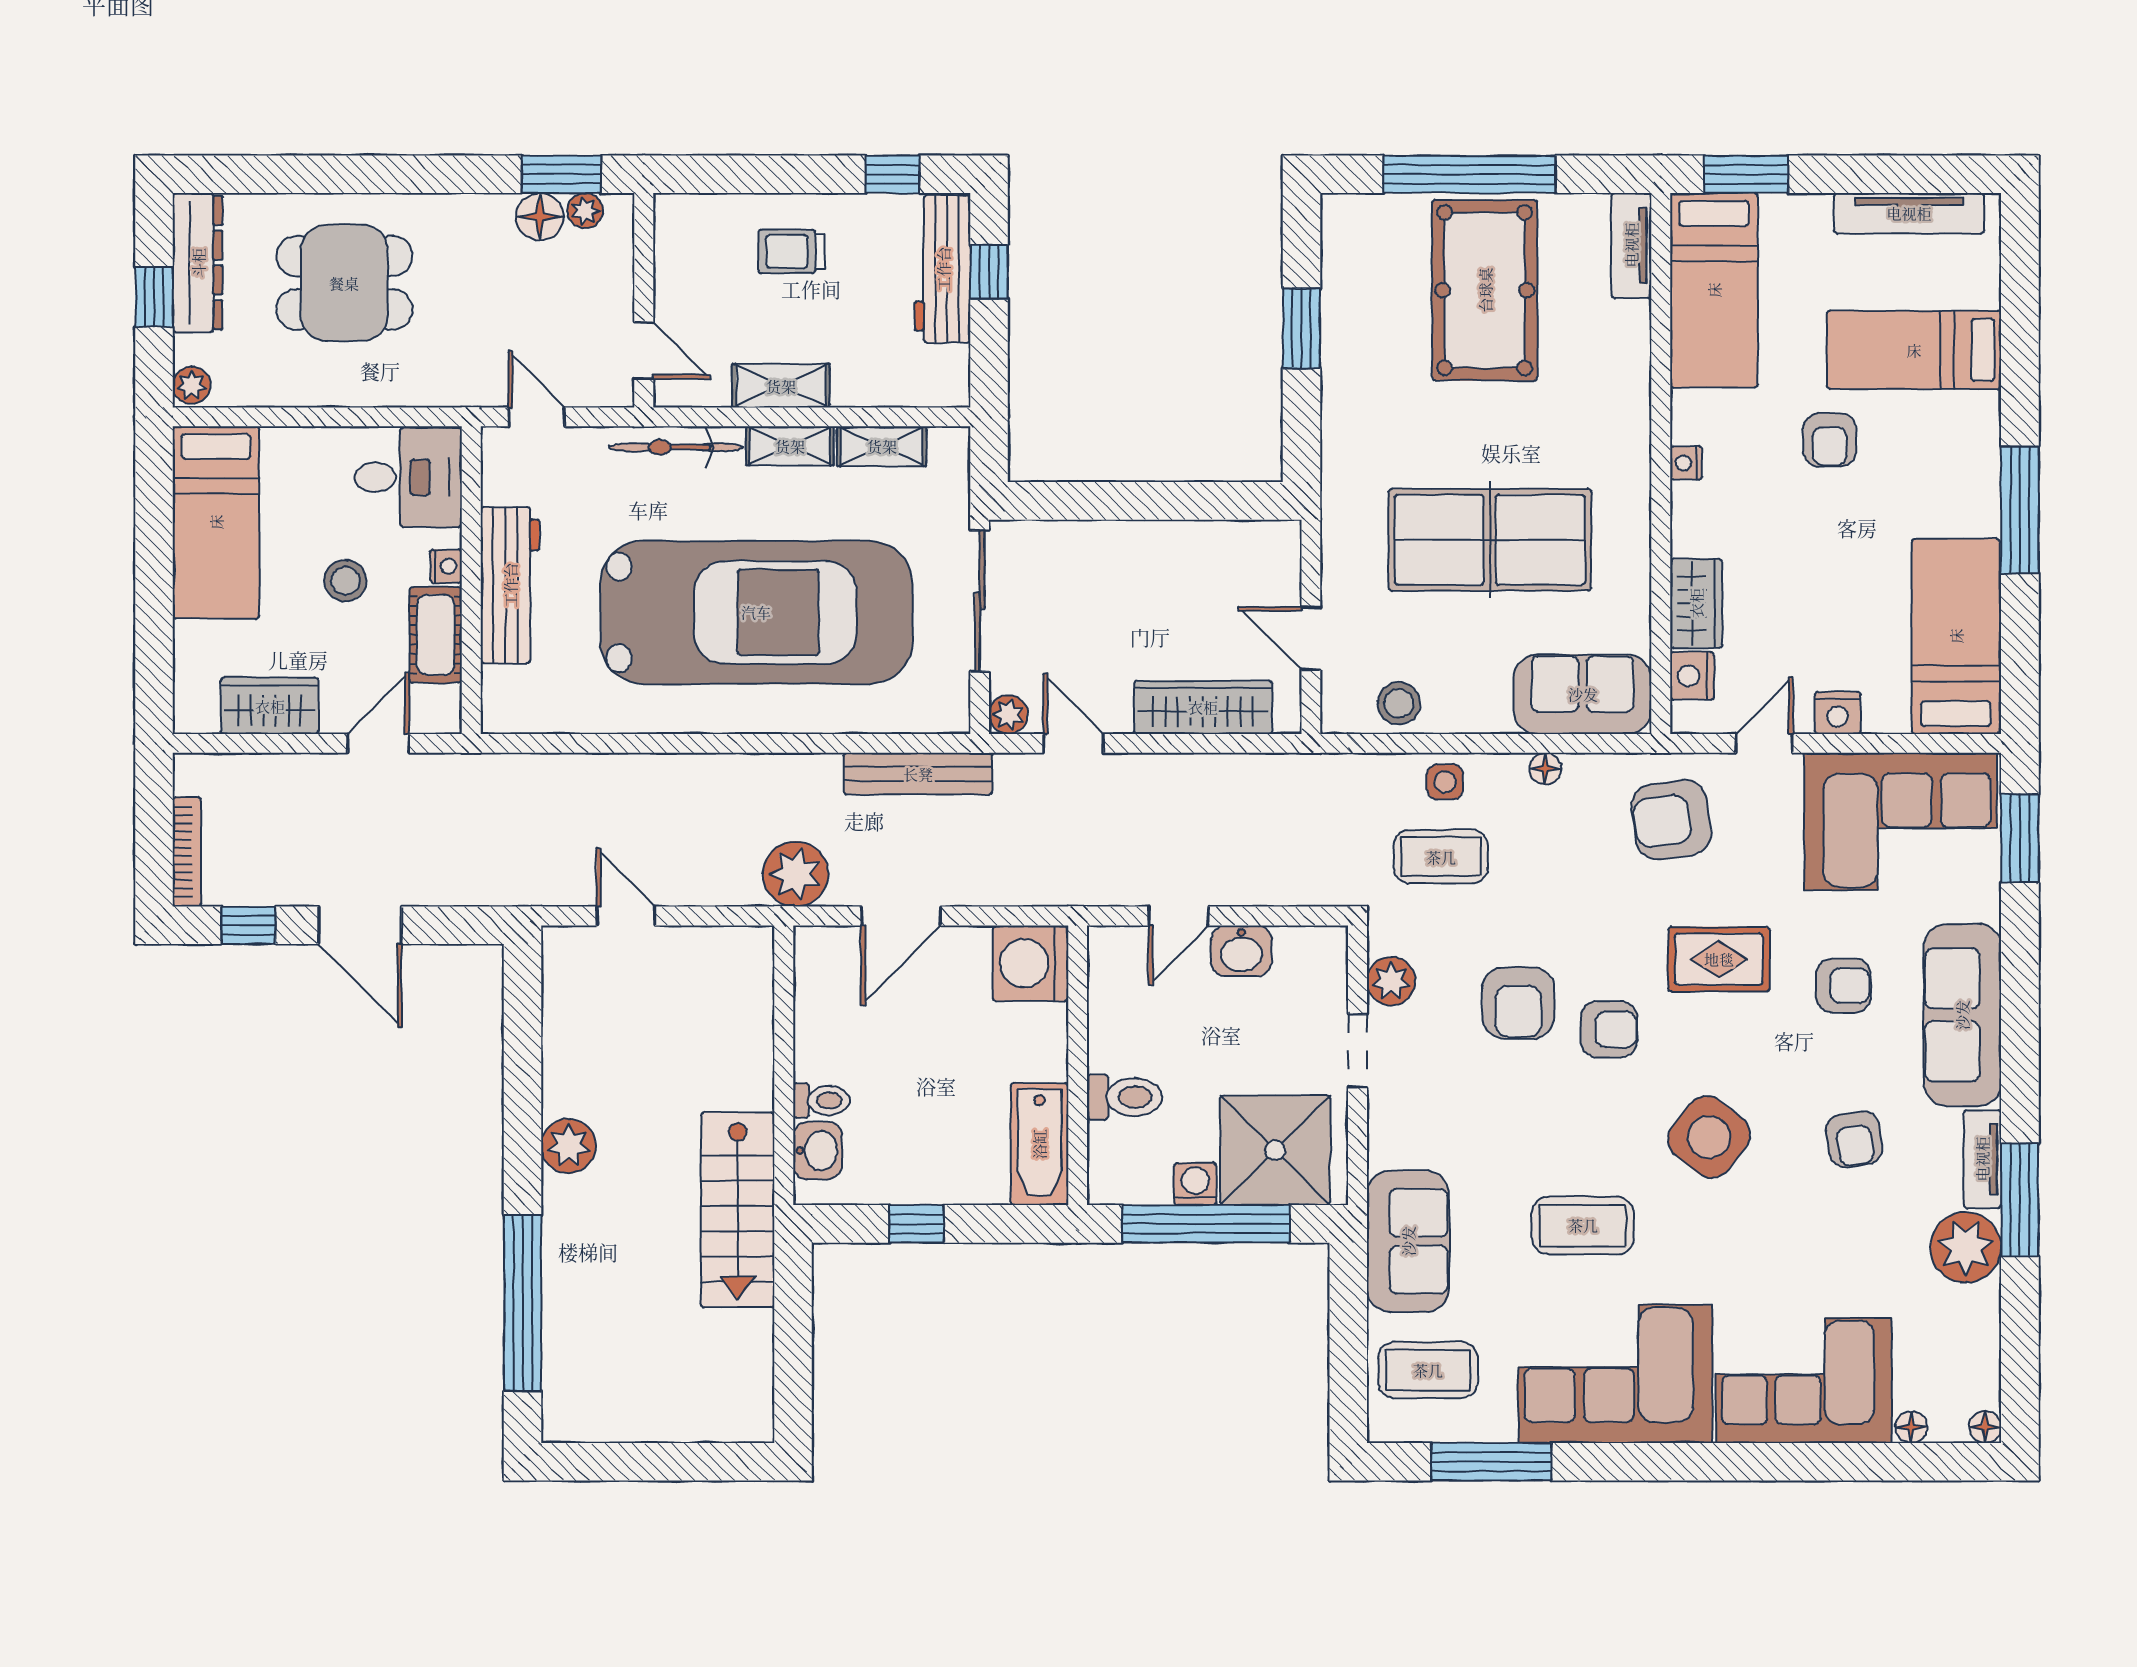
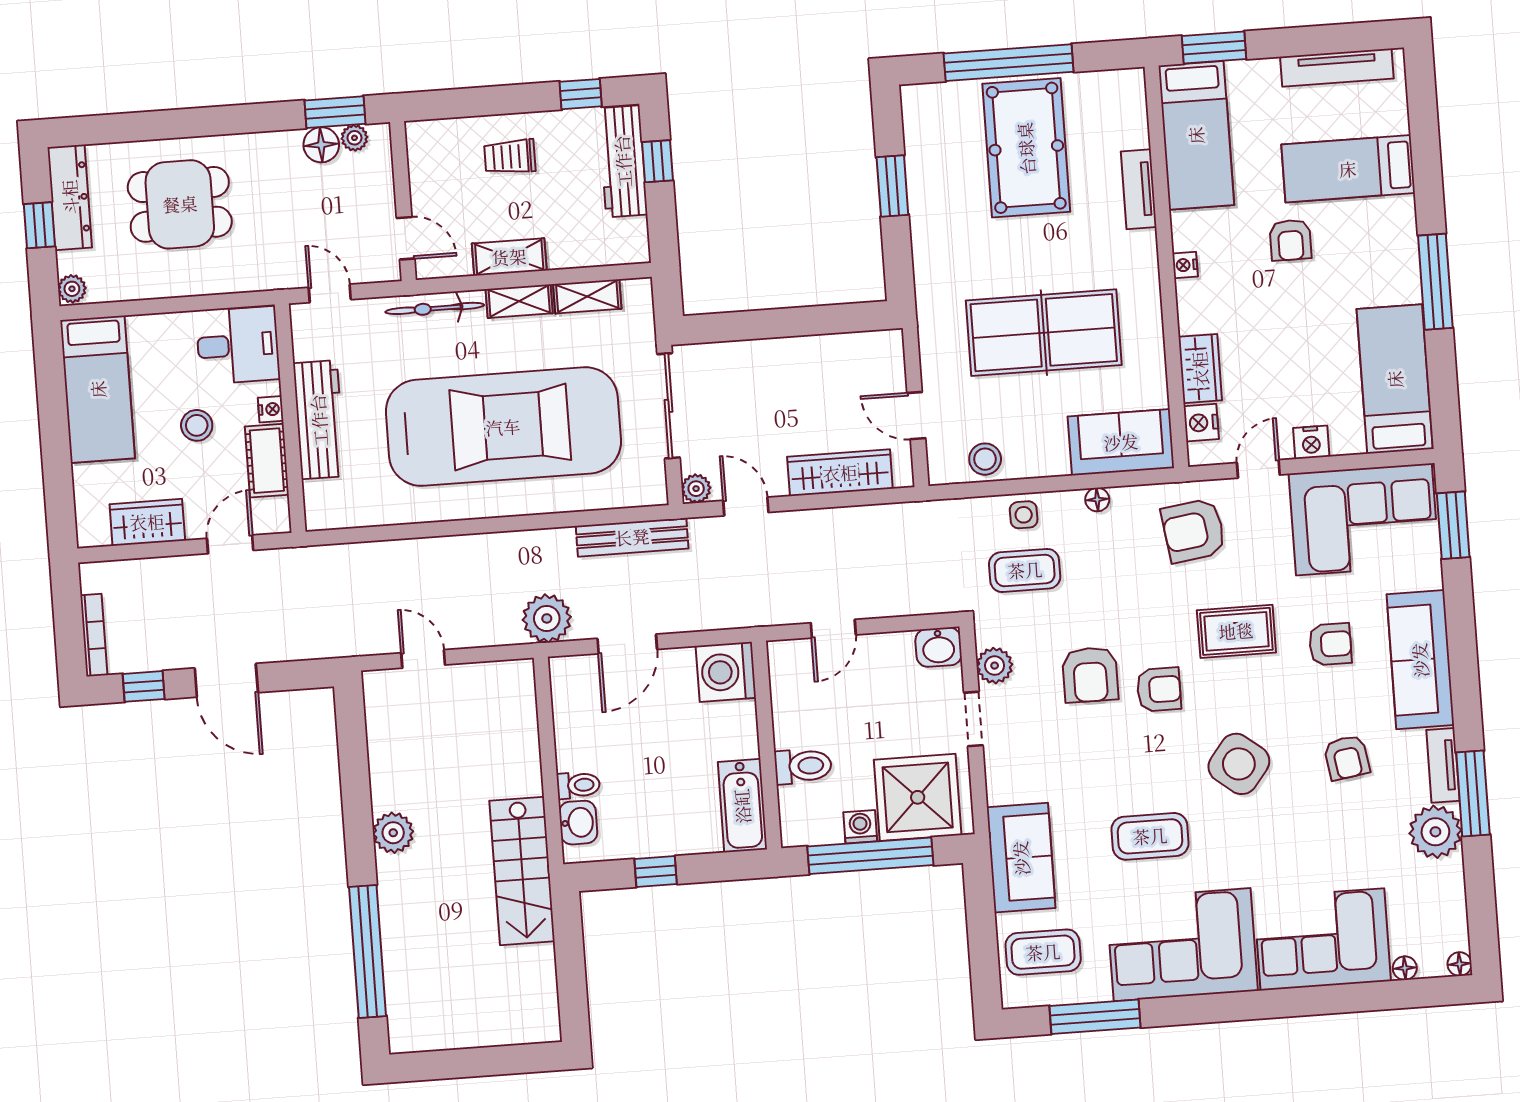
tv unit: (1631, 245) -> (1139, 189), moved
washbasin: (1241, 951) -> (939, 647), moved

